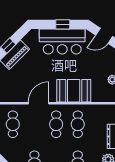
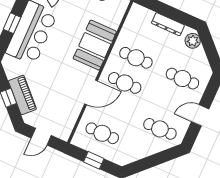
door: (39, 103) -> (91, 92), swing flipped

